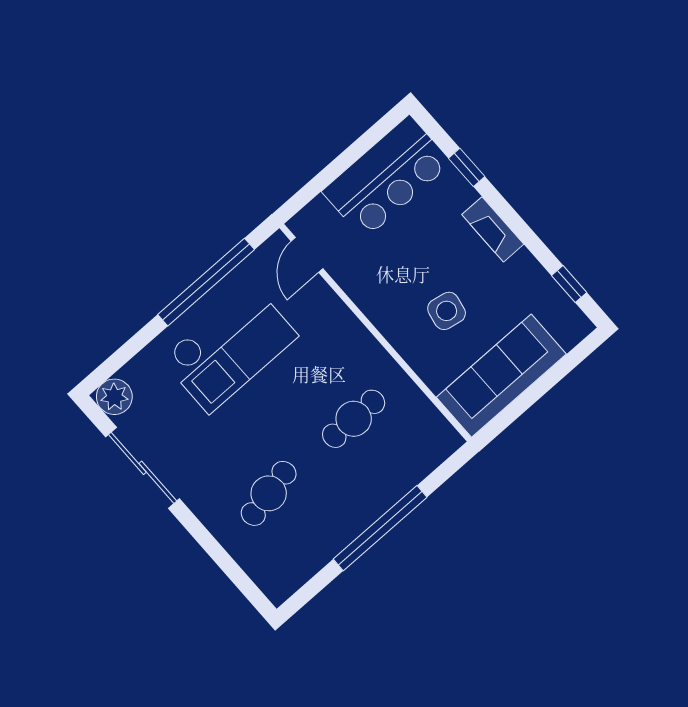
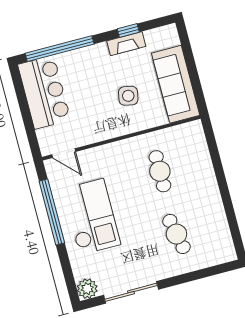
window: (467, 167) -> (60, 49), width x3.17
fireplace: (493, 229) -> (126, 44), moved
window: (569, 284) -> (128, 30), moved
window: (380, 528) -> (223, 186), removed

